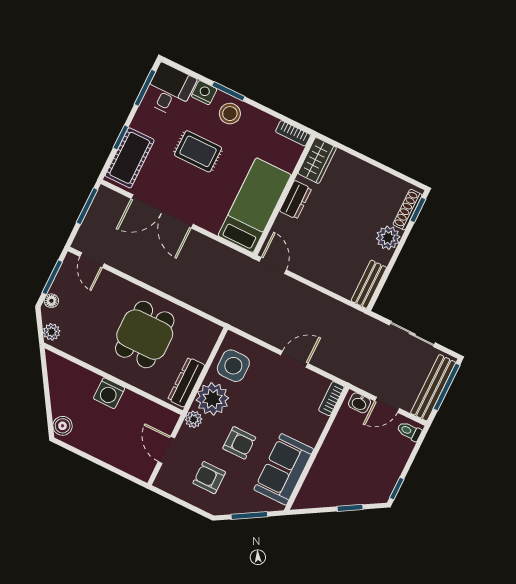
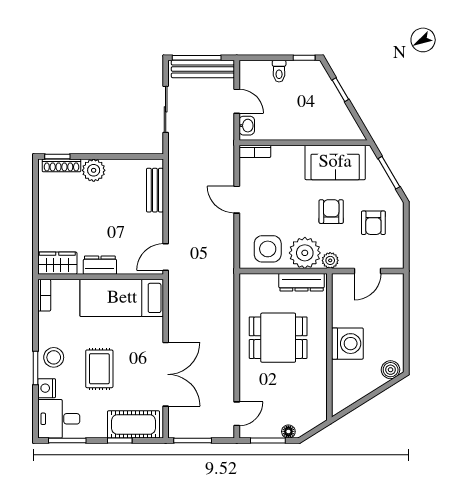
bench: (369, 284) -> (155, 190), moved, turned 90
plant: (52, 332) -> (315, 418), removed
washing machine: (109, 393) -> (347, 344), width x1.37, depth x1.37
toilet: (409, 431) -> (279, 71), moved

